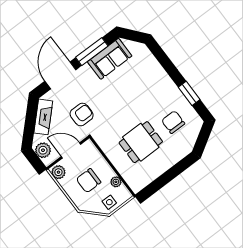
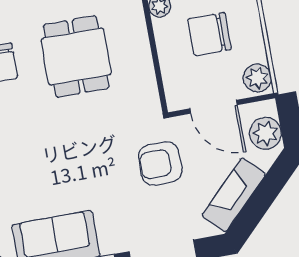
dining table: (141, 142) -> (76, 57), turned 90
chair: (89, 181) -> (209, 34), turned 180

